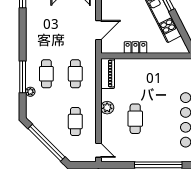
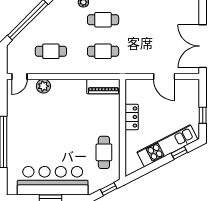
door: (98, 30) -> (164, 77), moved
plant: (107, 108) -> (43, 86), moved
cafe table: (135, 119) -> (104, 152), moved, turned 90

